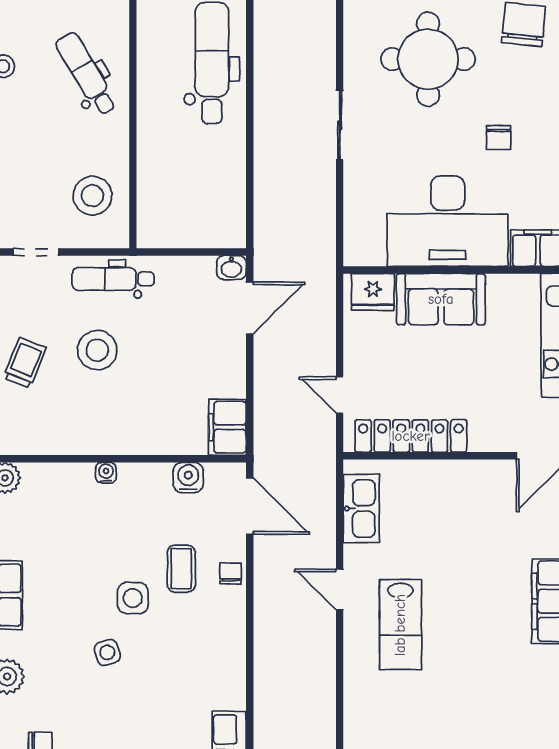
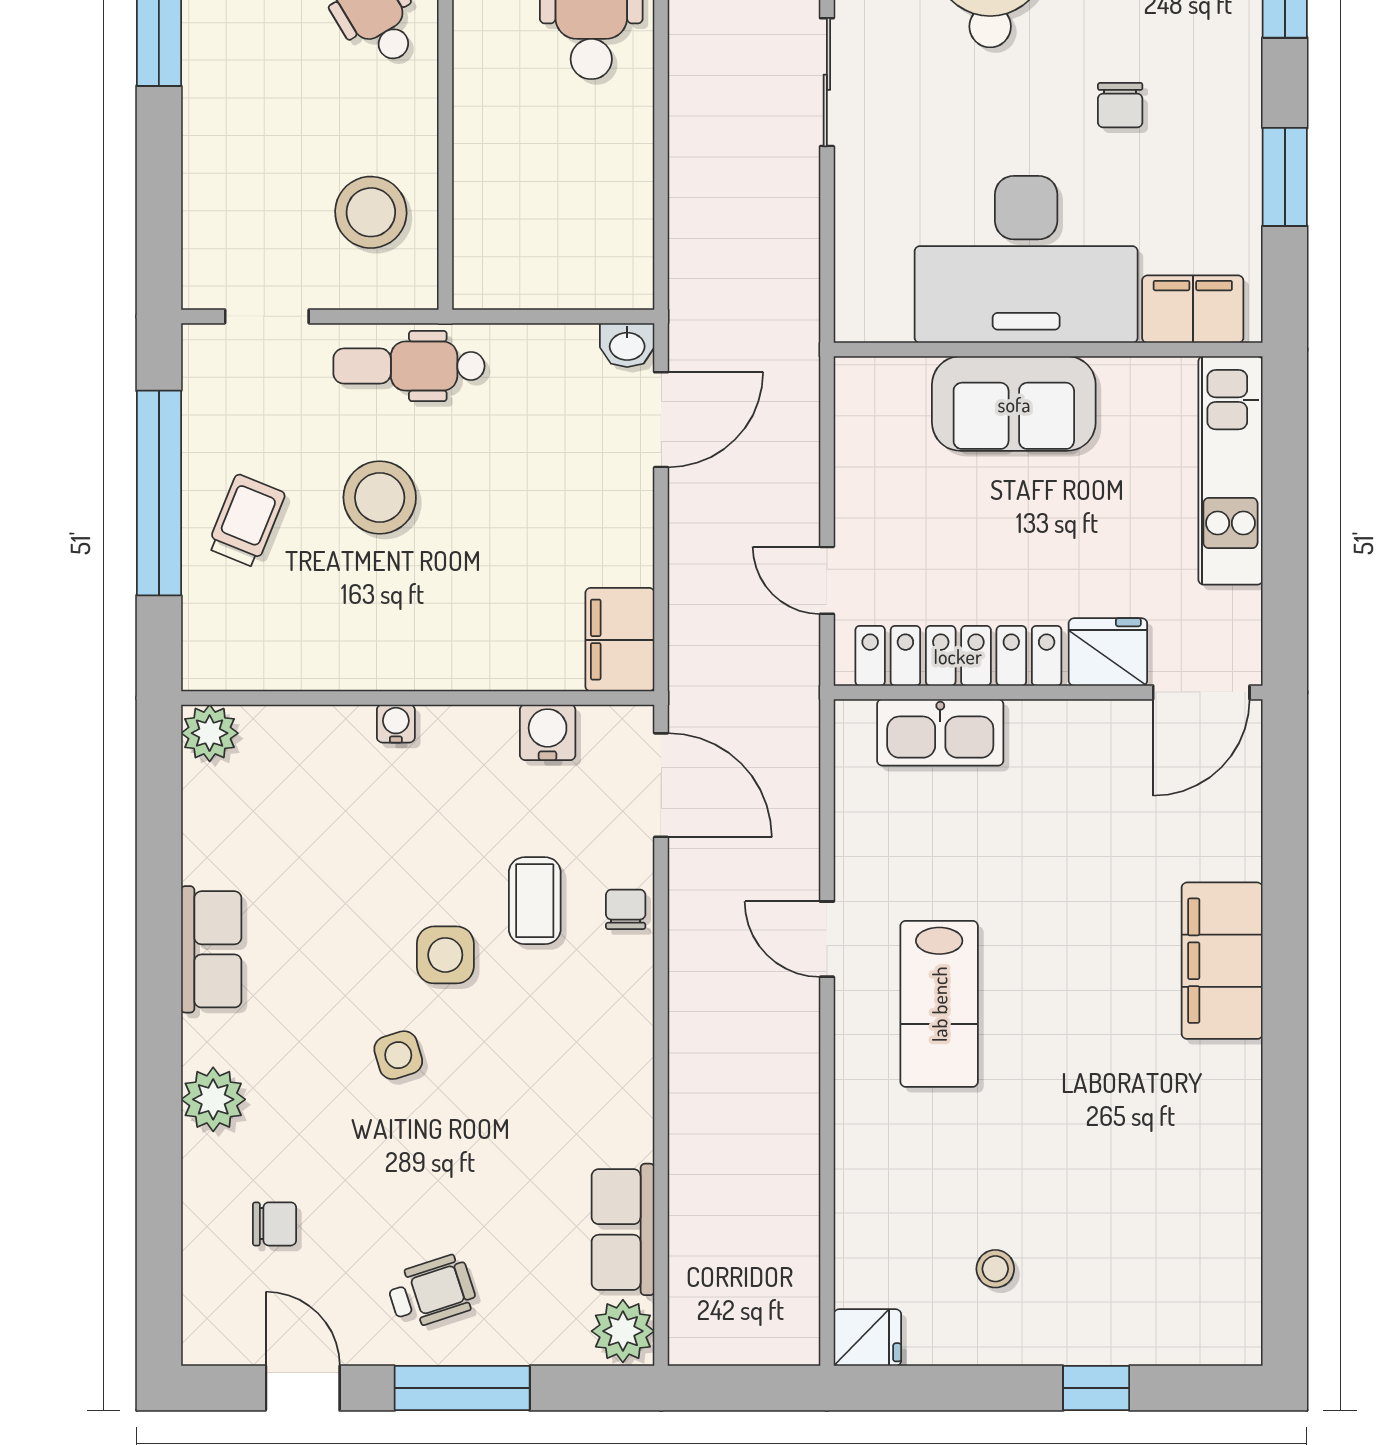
fridge: (373, 292) -> (1108, 652), moved, turned 180
kitchen sink: (361, 509) -> (940, 732), moved, turned 90

